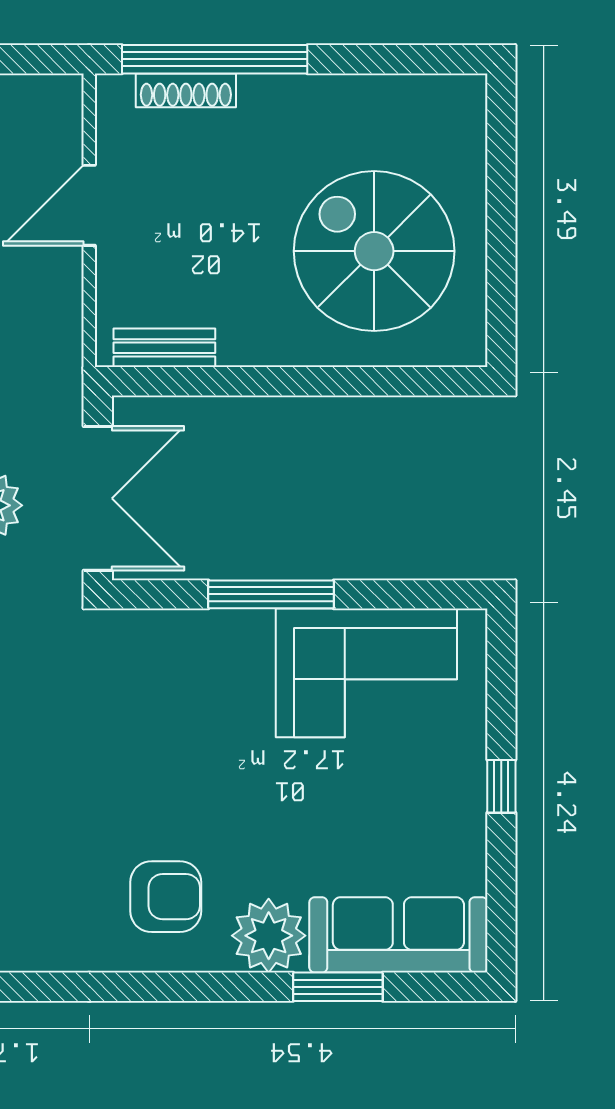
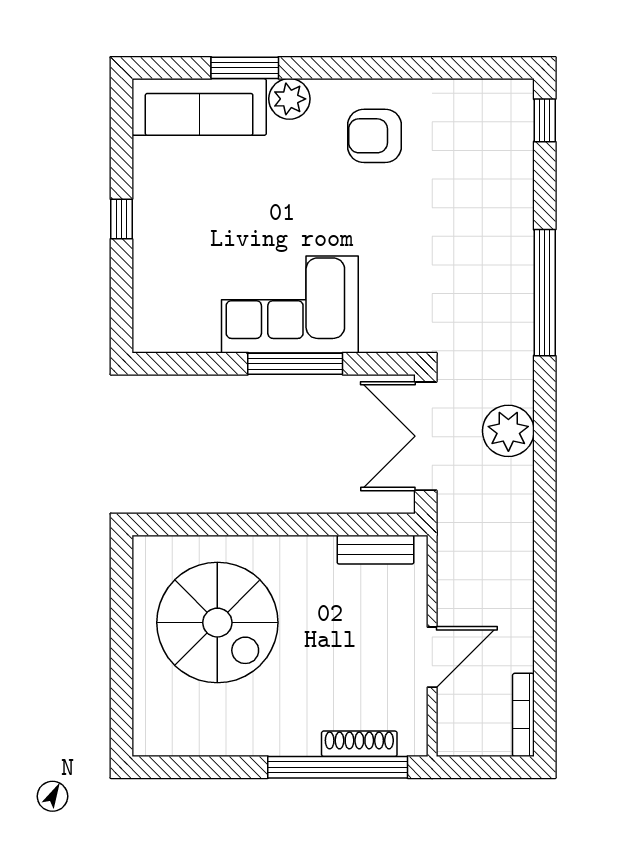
corner sofa: (366, 673) -> (290, 304), moved
plant: (269, 936) -> (289, 99), width x0.73, depth x0.73

